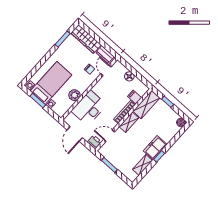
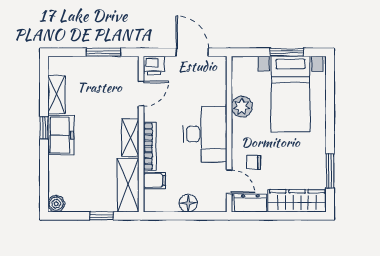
desk: (89, 108) -> (205, 134), moved

